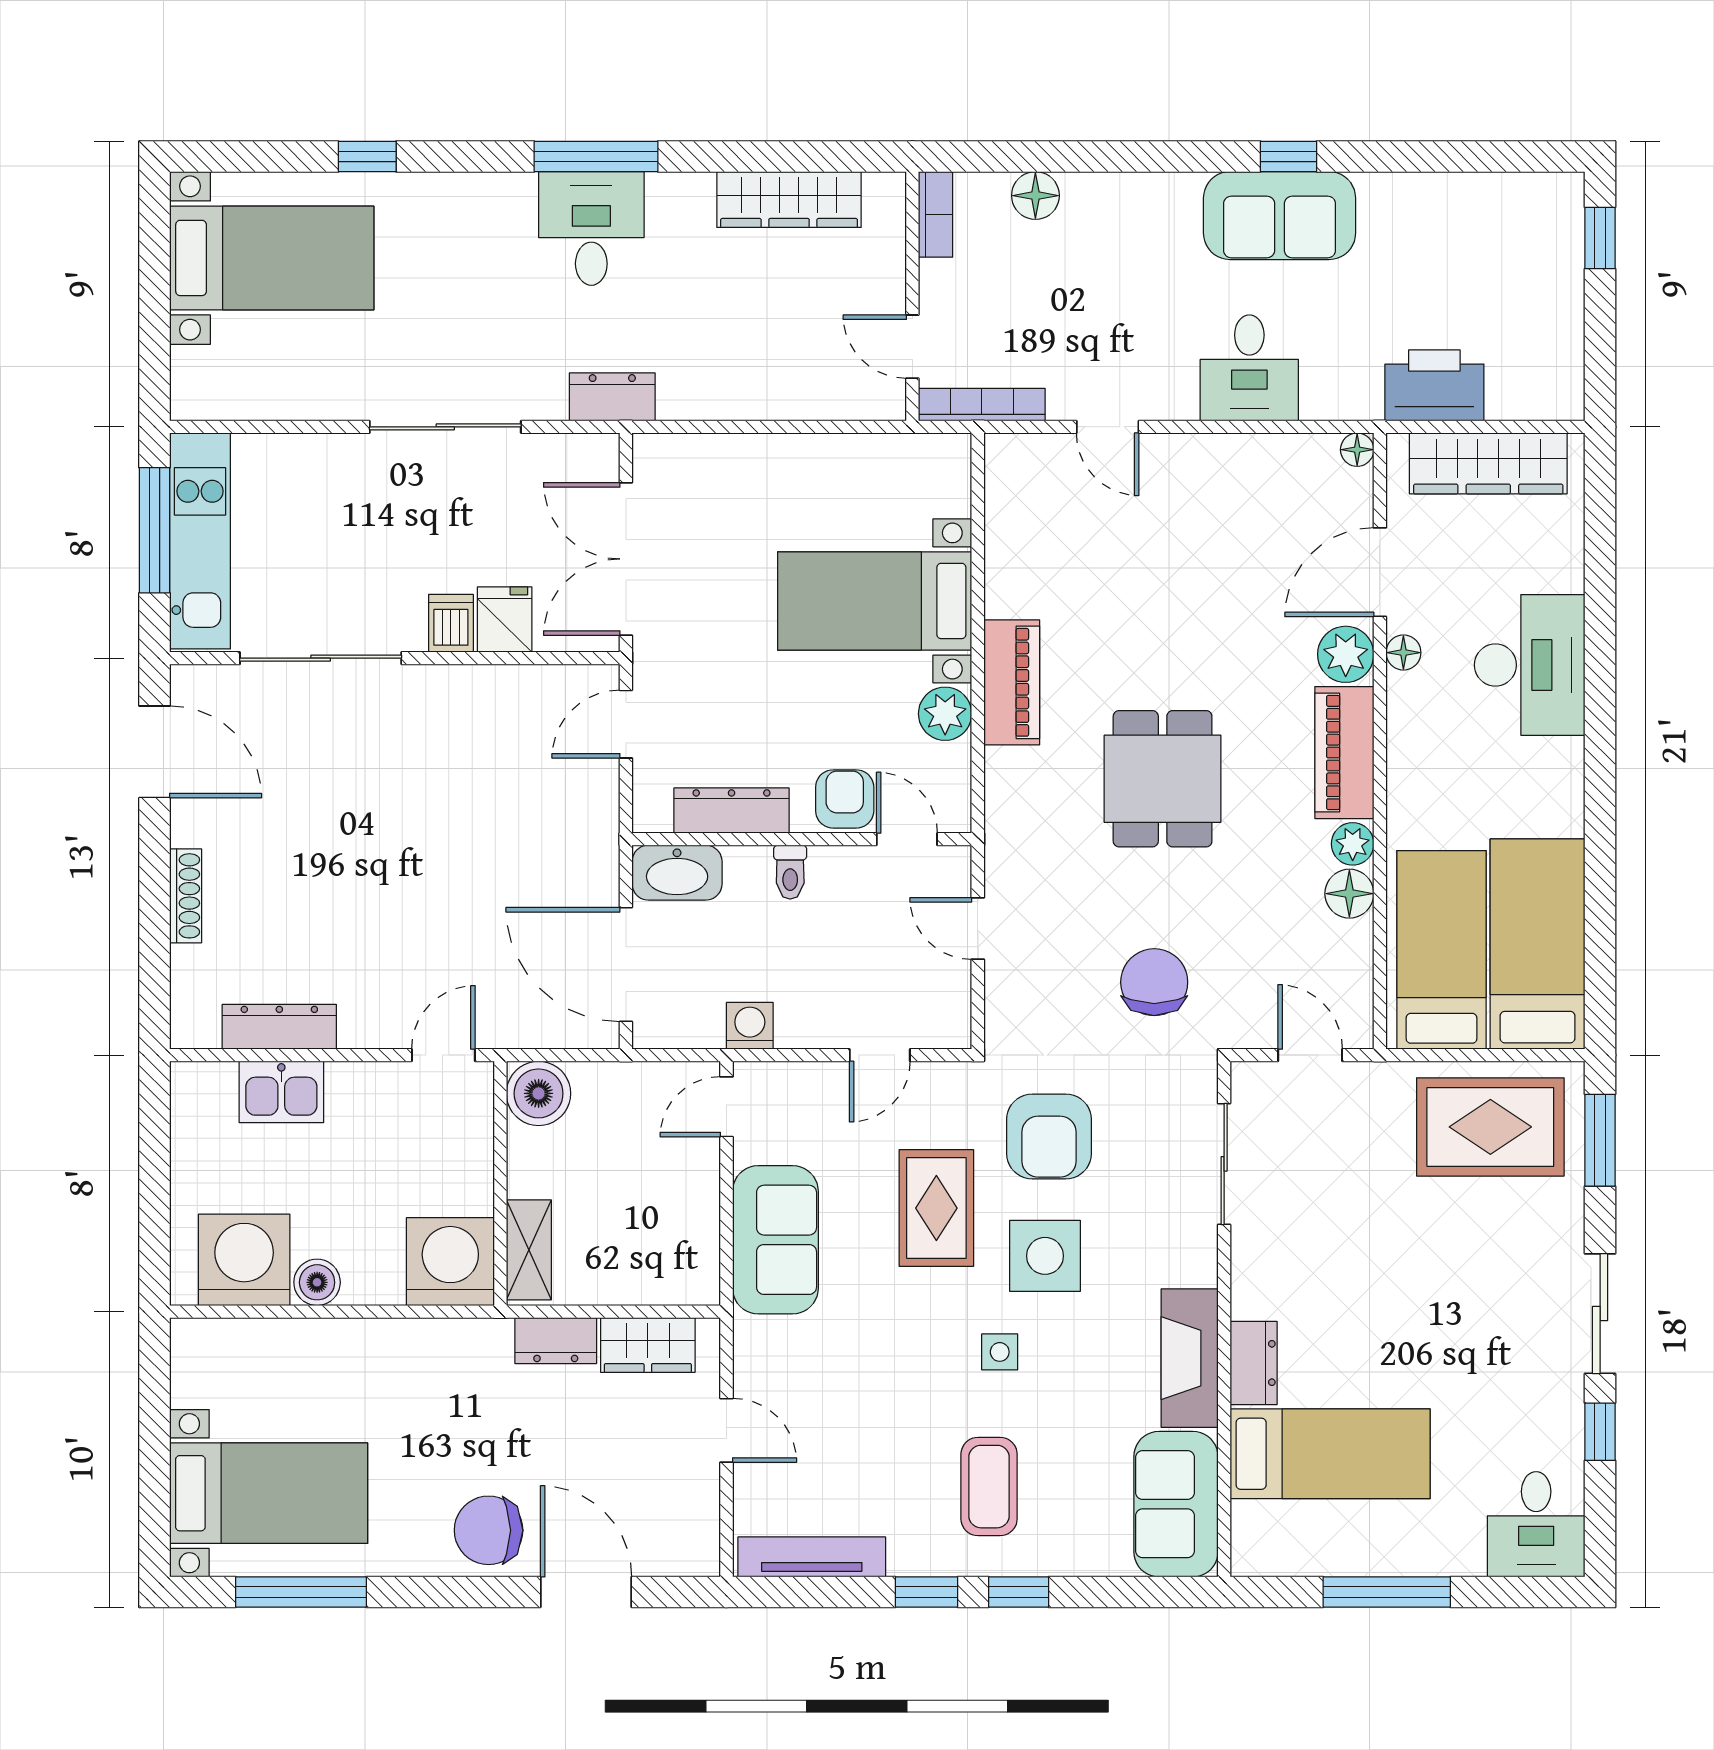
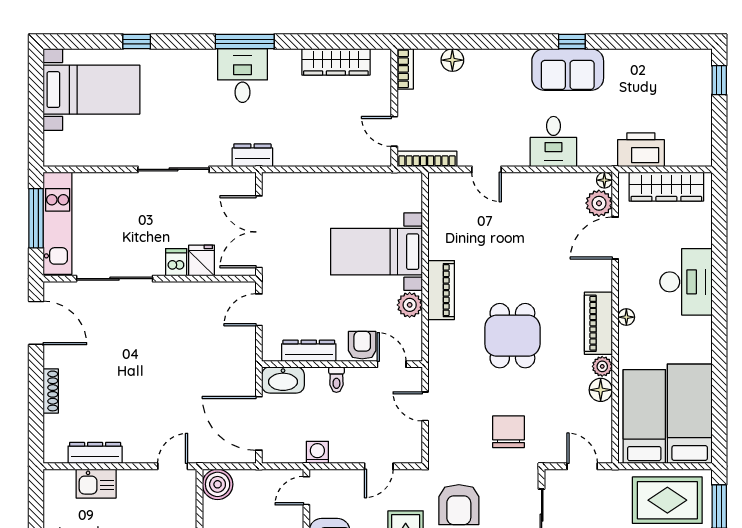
floor lamp: (1403, 653) -> (626, 317), moved
plant: (1346, 654) -> (599, 203), moved

